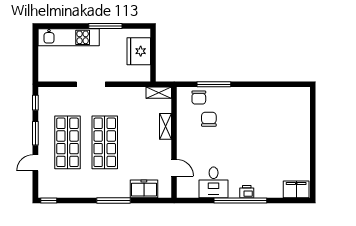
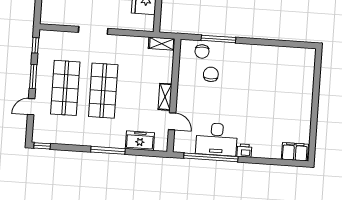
shelving: (166, 126) -> (165, 97), moved
desk: (214, 182) -> (217, 139), width x1.37
window: (240, 200) -> (211, 157), moved

